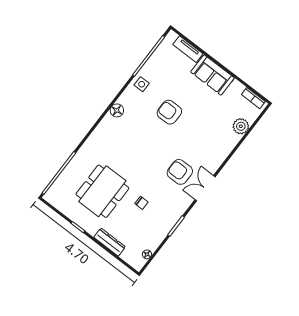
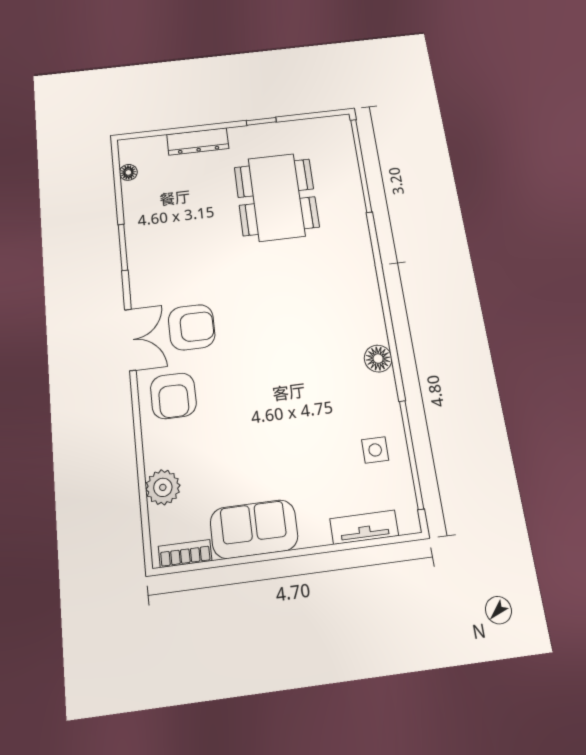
sofa: (213, 75) -> (254, 529), moved
side table: (142, 84) -> (375, 450), moved
floor lamp: (117, 110) -> (378, 359), moved
armchair: (169, 112) -> (173, 396), moved, turned 90
chair: (141, 203) -> (205, 232), removed

